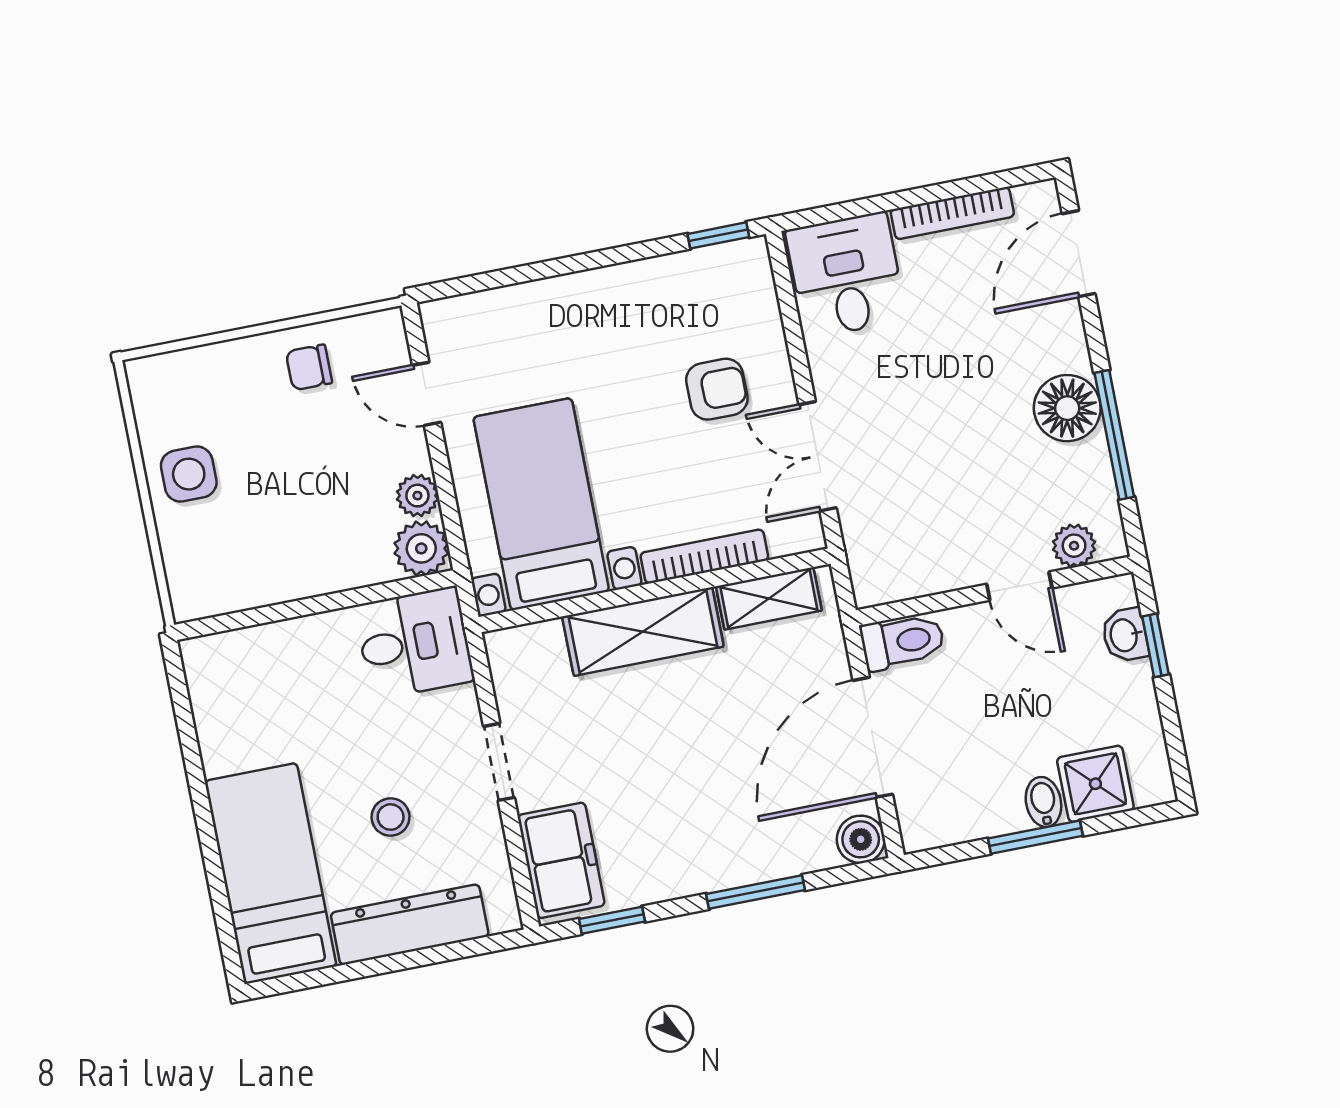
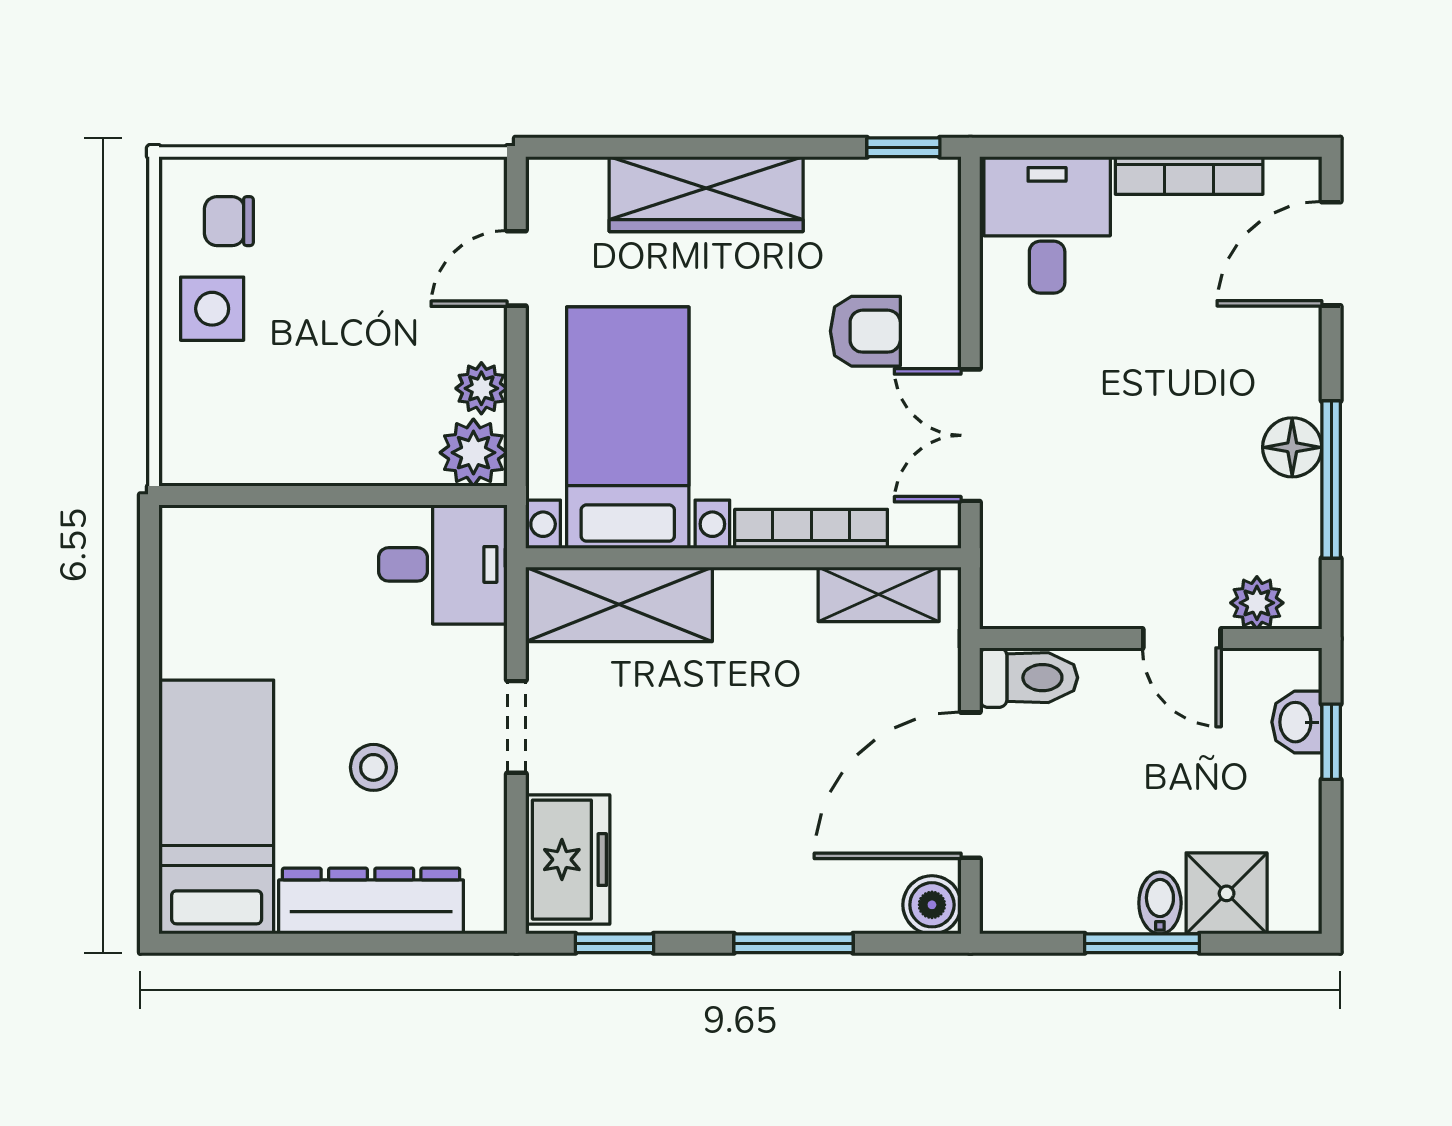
wardrobe: (567, 304) -> (706, 194), added
chair: (309, 367) -> (229, 221), moved
door: (427, 394) -> (516, 268), hinge flipped
floor lamp: (1067, 408) -> (1292, 447), width x0.73, depth x0.73
shelving: (643, 631) -> (619, 604), moved

